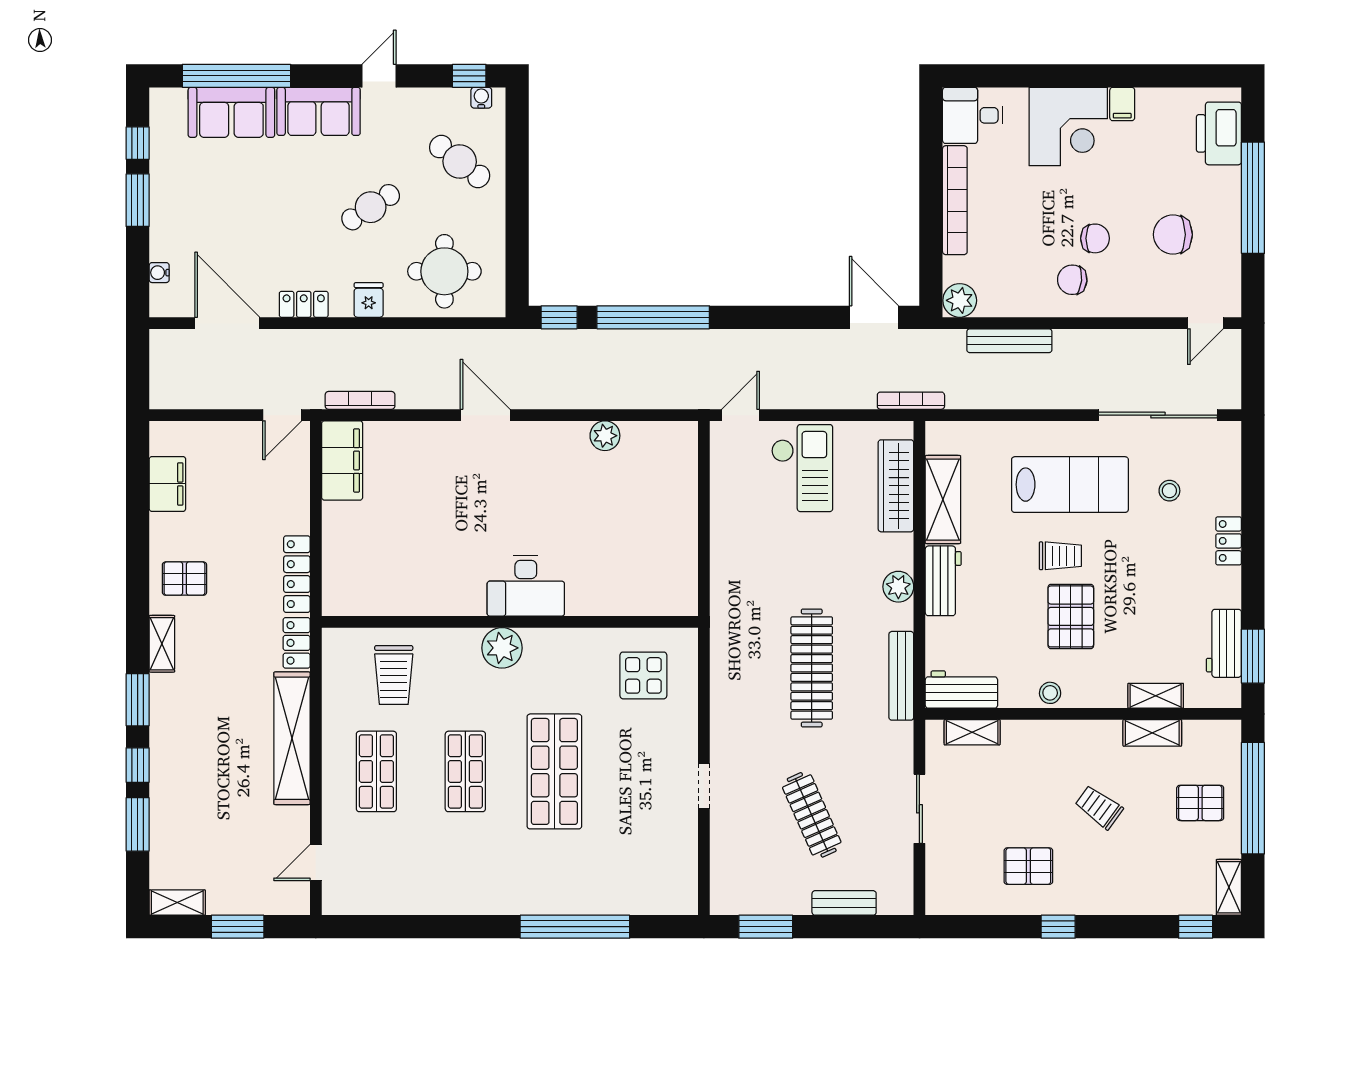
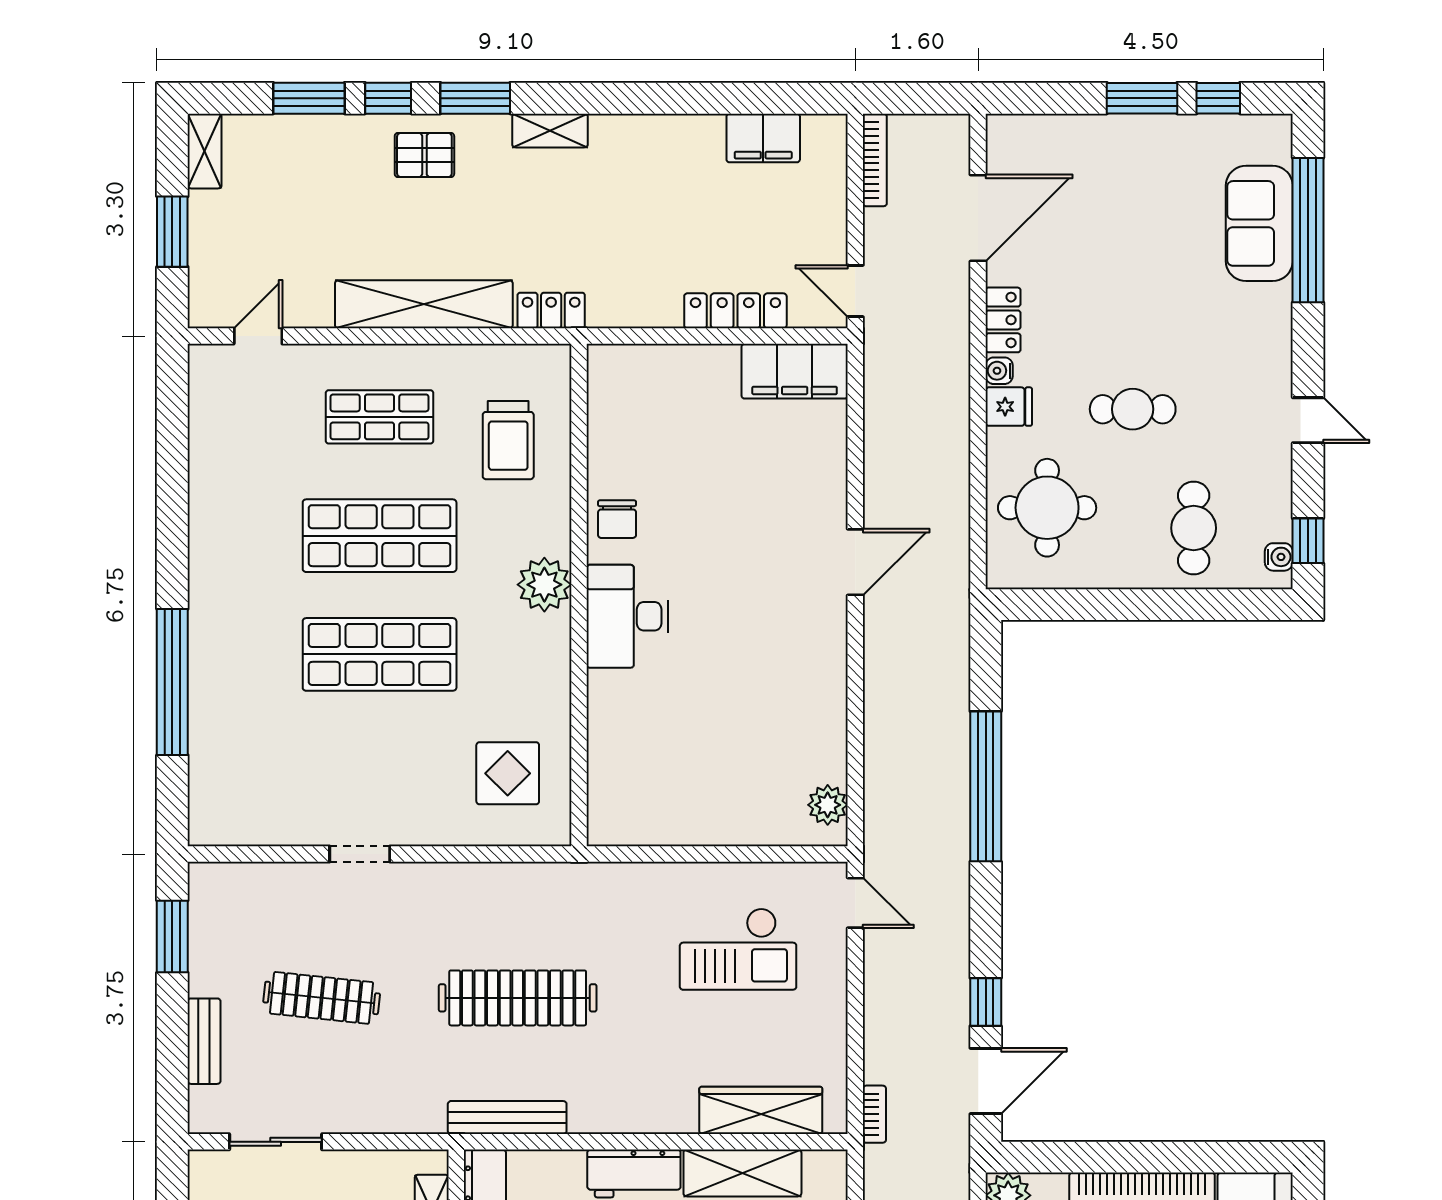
sofa: (319, 111) -> (1261, 340), removed
cafe table: (460, 162) -> (1194, 528), turned -38
cafe table: (371, 207) -> (1133, 409), turned -57
water cooler: (159, 273) -> (999, 371), moved, turned -90
window: (559, 317) -> (986, 1002), moved
bookcase: (360, 400) -> (875, 160), moved
bookcase: (911, 401) -> (874, 1114), width x0.64
plant: (605, 436) -> (828, 805), moved
checkout: (802, 468) -> (738, 949), moved
locker: (297, 574) -> (735, 311), moved
pallet: (184, 579) -> (424, 155), moved, turned 90
plant: (898, 587) -> (626, 1114), removed
chair: (453, 593) -> (617, 519), added
trolley: (394, 675) -> (508, 440), turned -90
shop shelf: (465, 771) -> (380, 536), width x1.43, depth x1.36
sliding door: (919, 809) -> (276, 1142), moved
clothes rail: (812, 815) -> (322, 998), turned 30
door: (316, 862) -> (258, 336), hinge flipped

